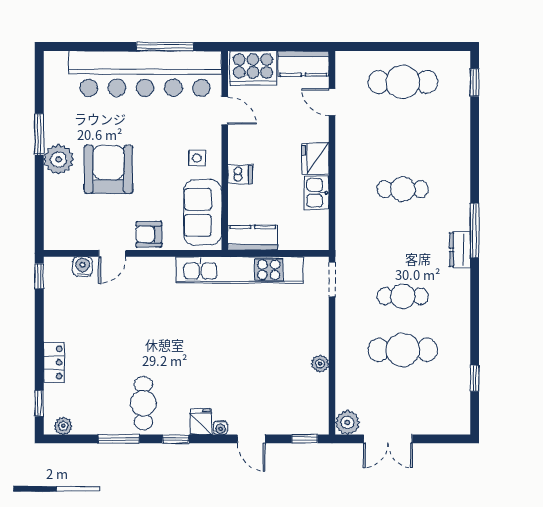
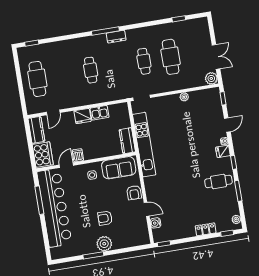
armchair: (108, 169) -> (105, 218), width x0.53, depth x0.53
dishwasher: (240, 174) -> (78, 155), moved

